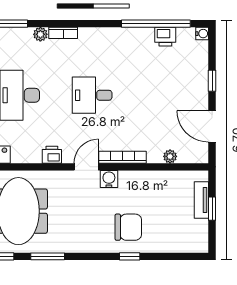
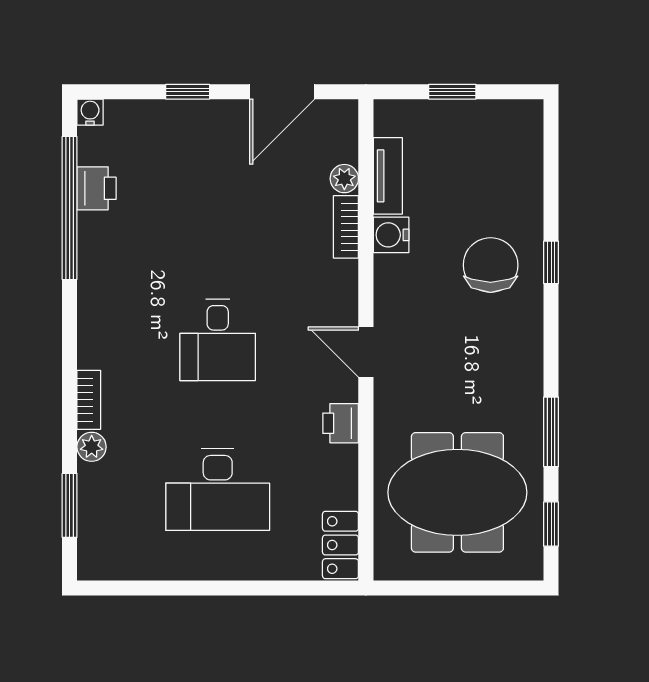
bookcase: (123, 157) -> (346, 227), moved, width x0.64
water cooler: (109, 179) -> (391, 235), moved
tv unit: (201, 200) -> (388, 176), moved, turned -90

